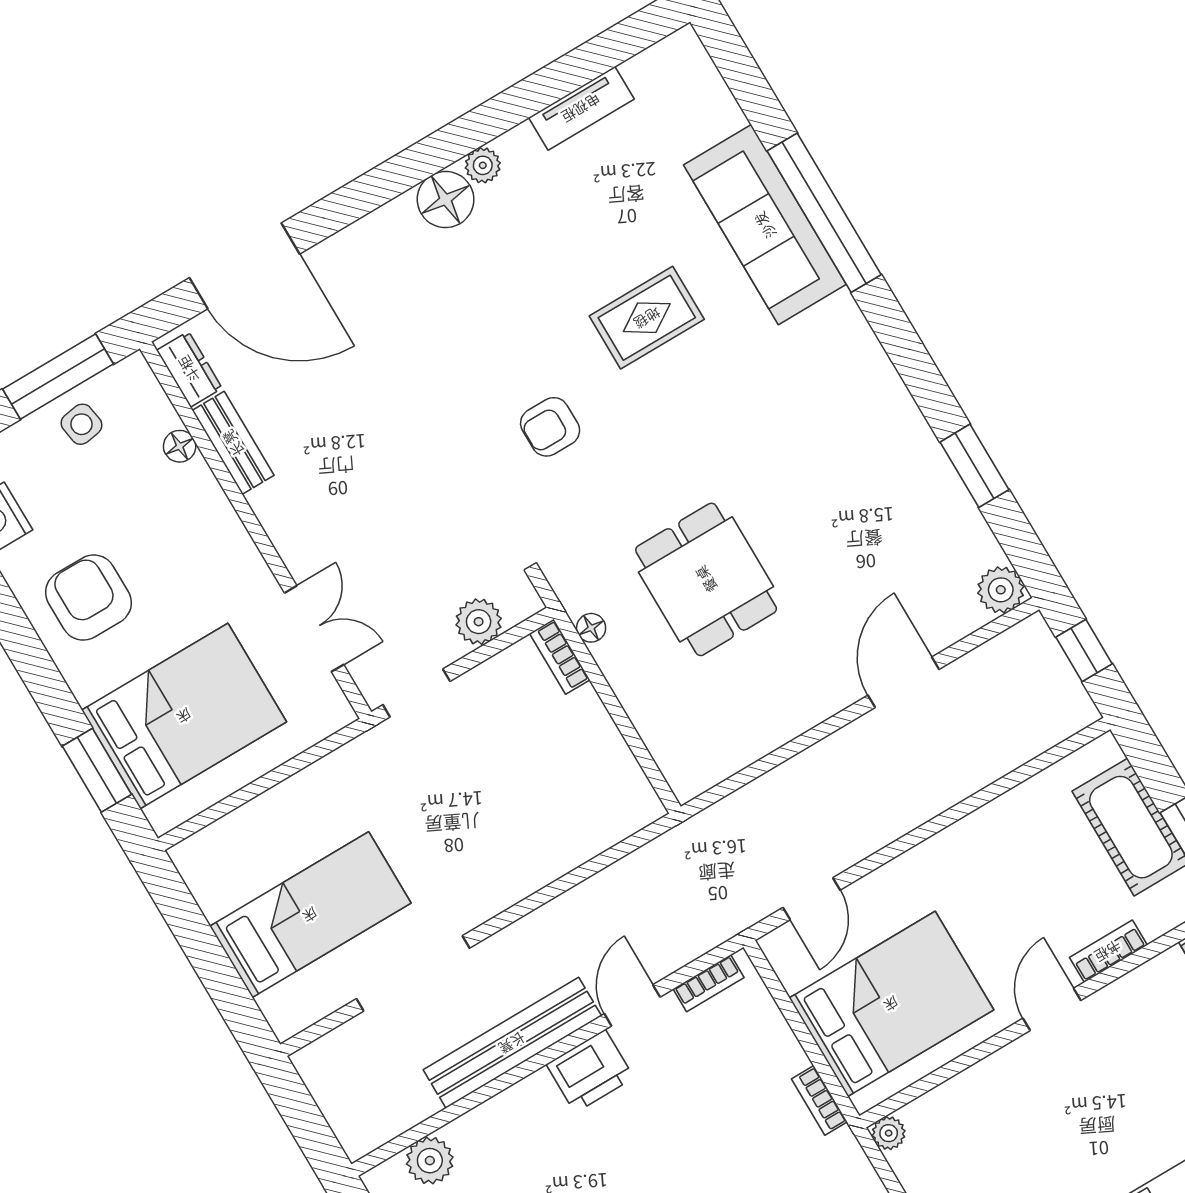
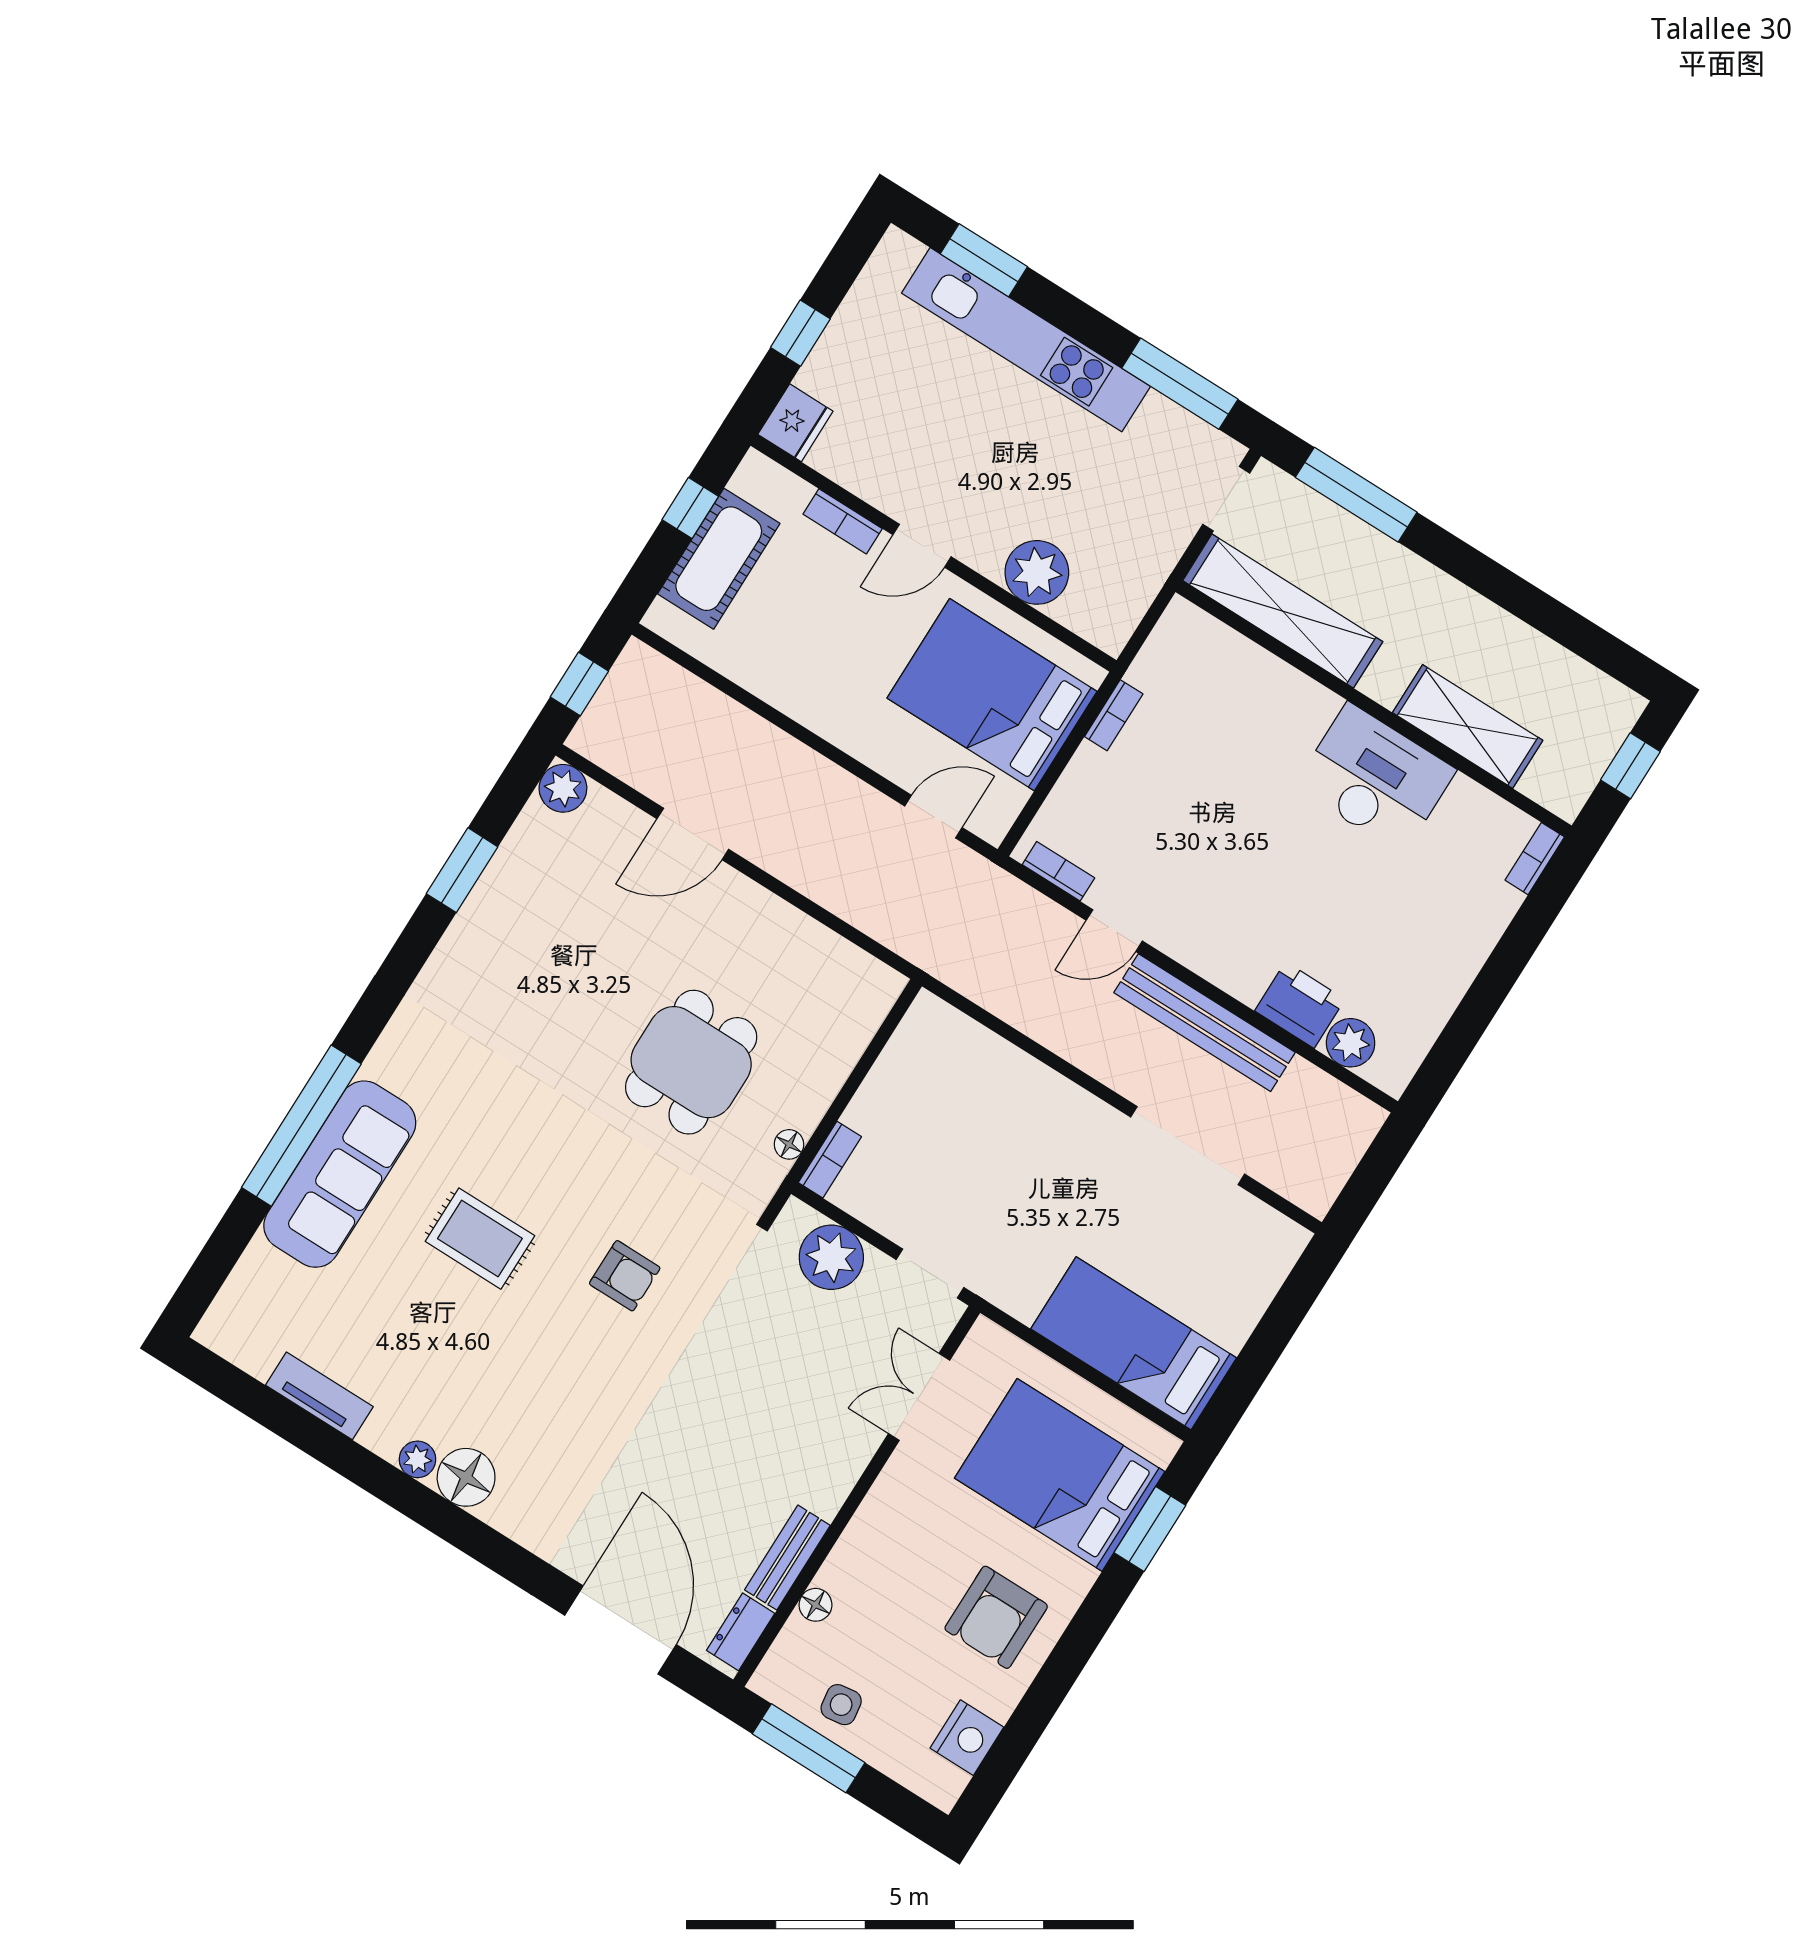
plant: (479, 622) -> (831, 1257), width x1.36, depth x1.36
bed: (310, 915) -> (1134, 1343), moved
printer: (590, 1071) -> (1300, 1005), moved
plant: (889, 1133) -> (1037, 572), moved, width x1.87, depth x1.87

